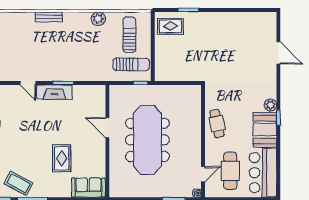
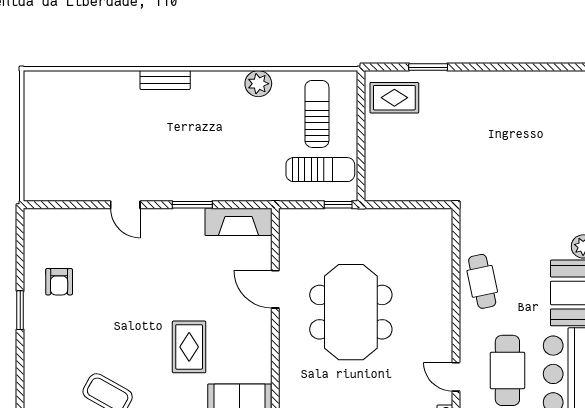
fireplace: (54, 92) -> (238, 222), moved
meeting table: (147, 140) -> (351, 312), width x0.73
door: (203, 174) -> (456, 377), swing flipped

